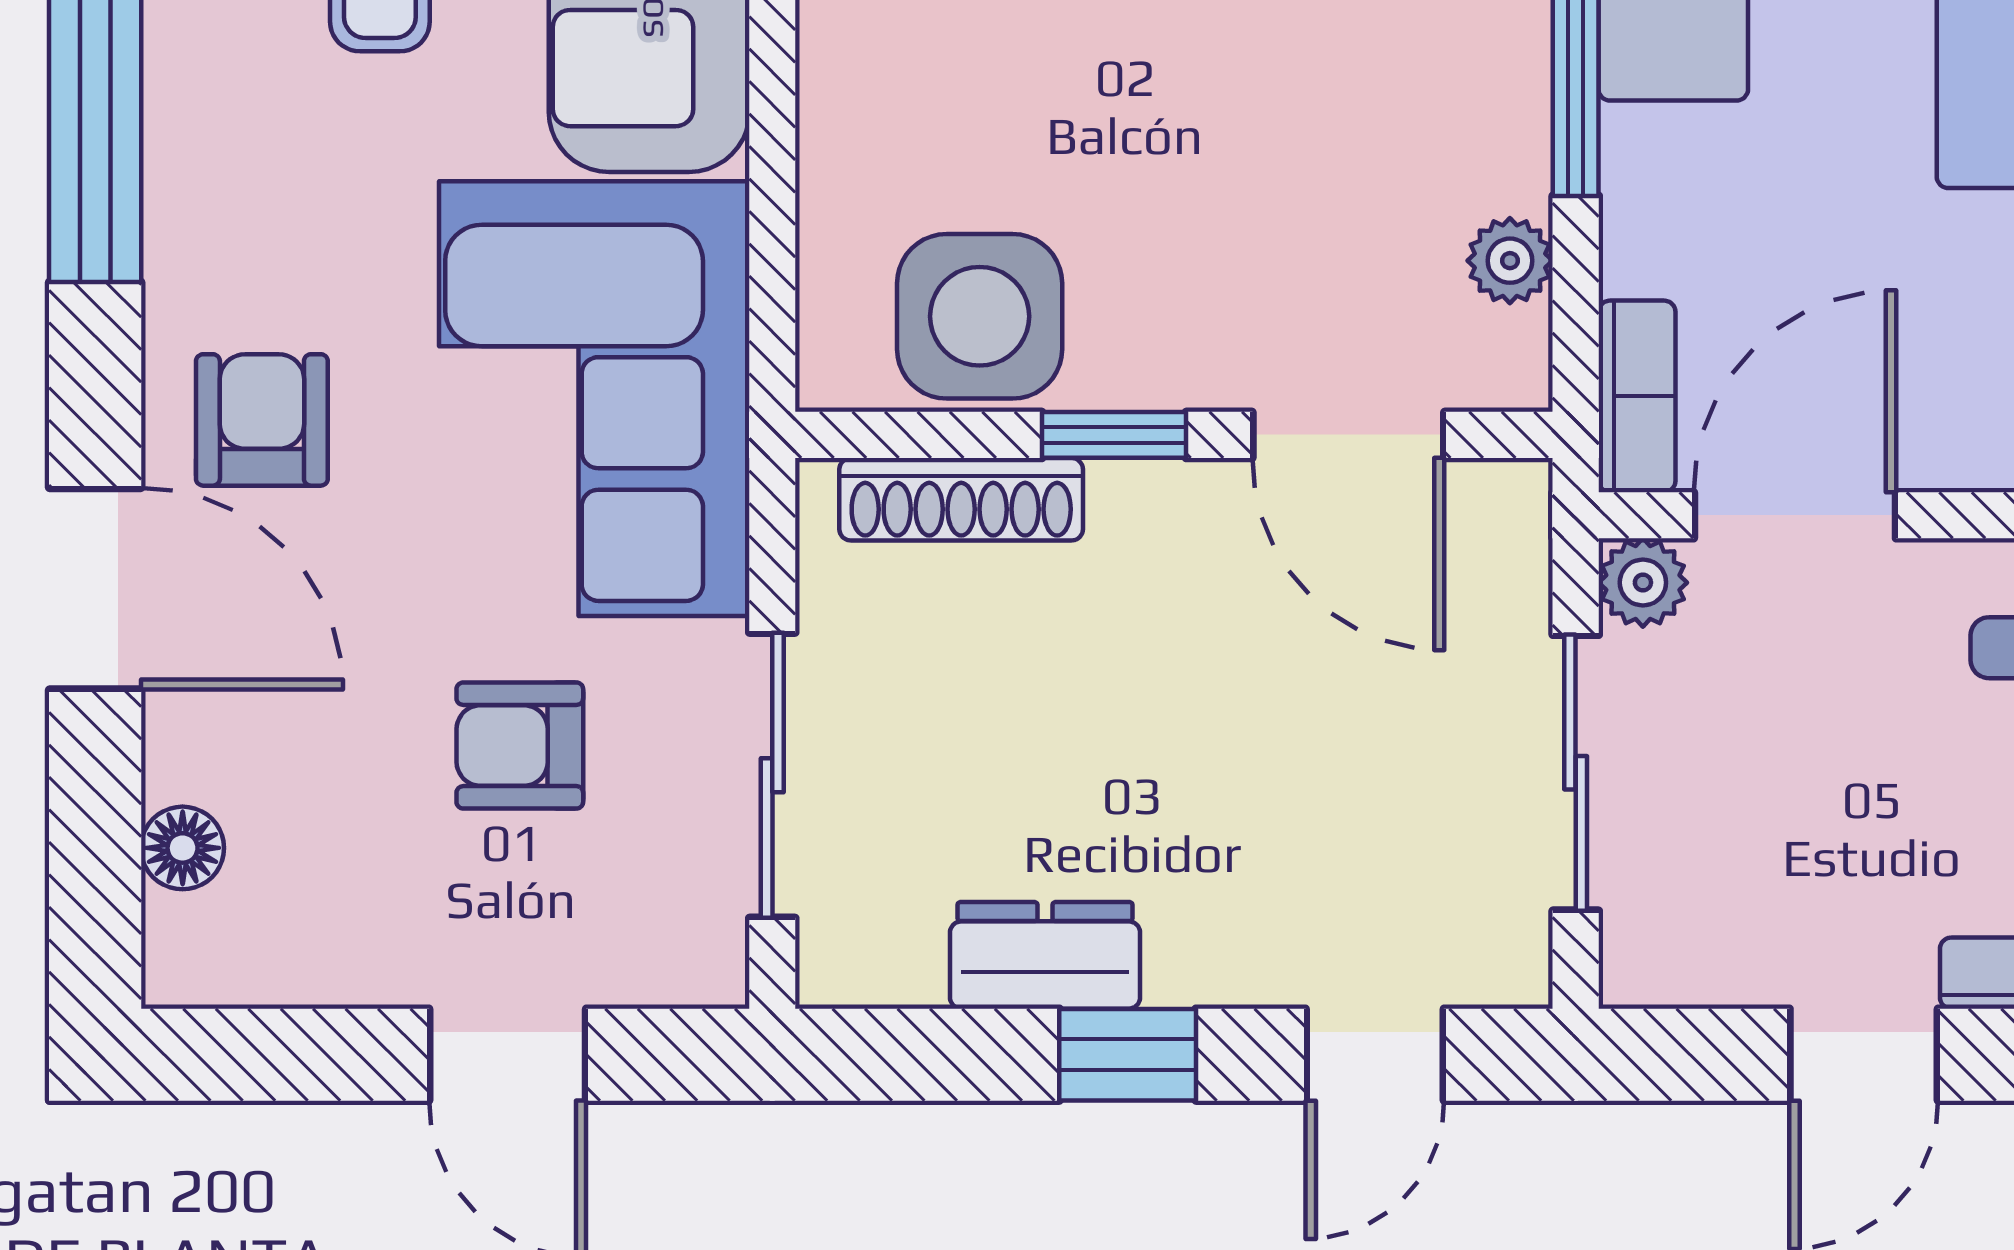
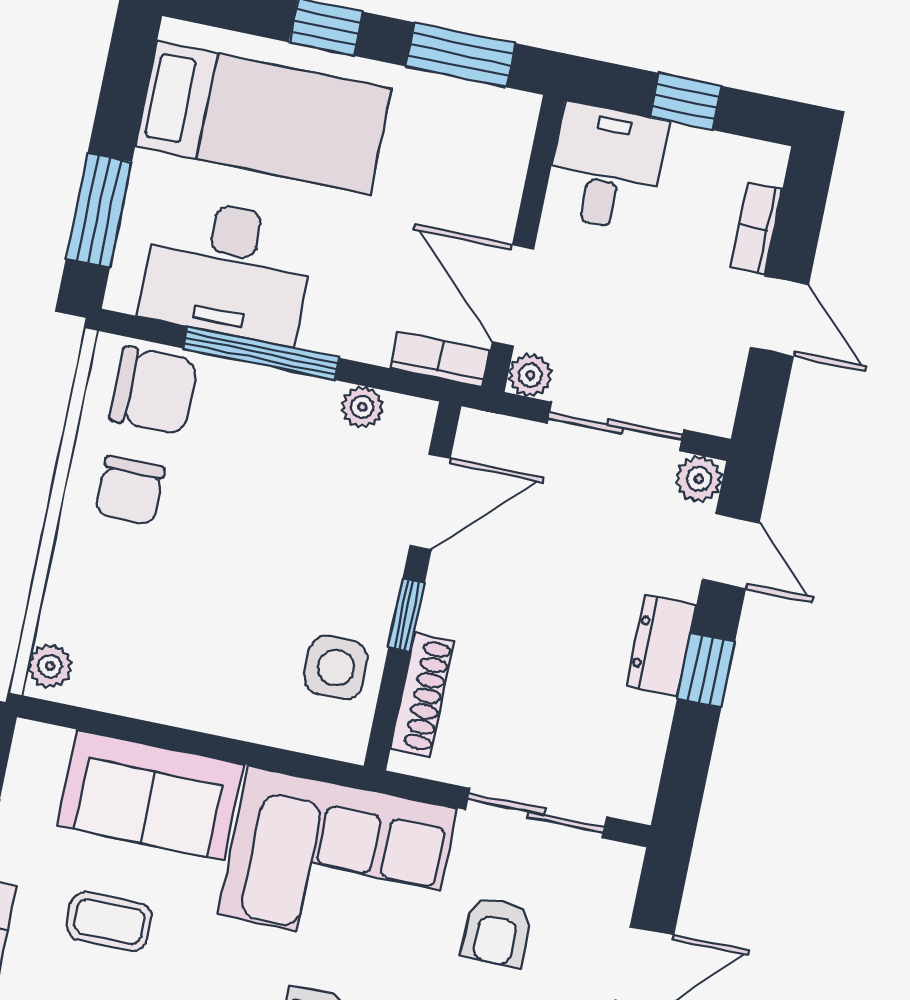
side table: (980, 316) -> (336, 668), width x0.73, depth x0.73
dresser: (1045, 955) -> (661, 646), moved
plant: (1506, 962) -> (699, 479), added

